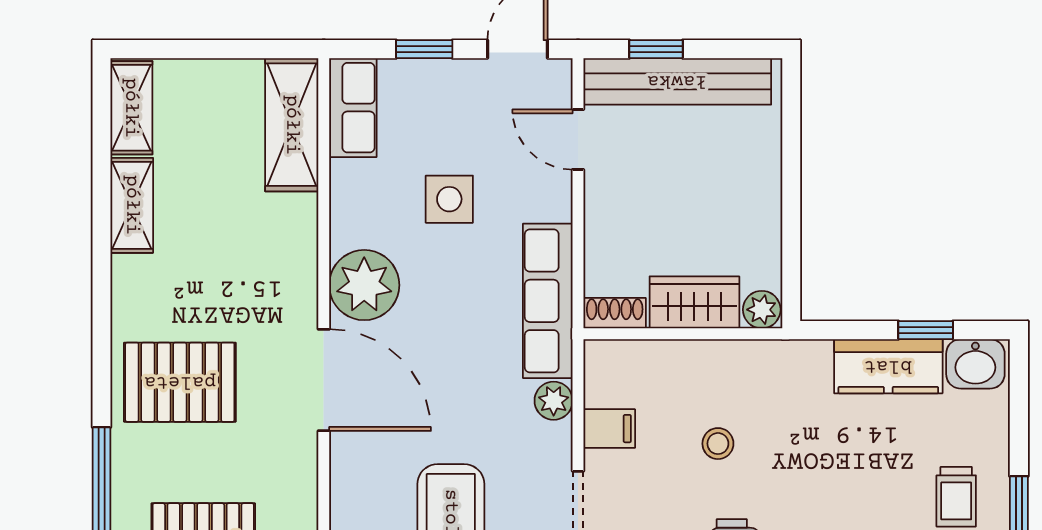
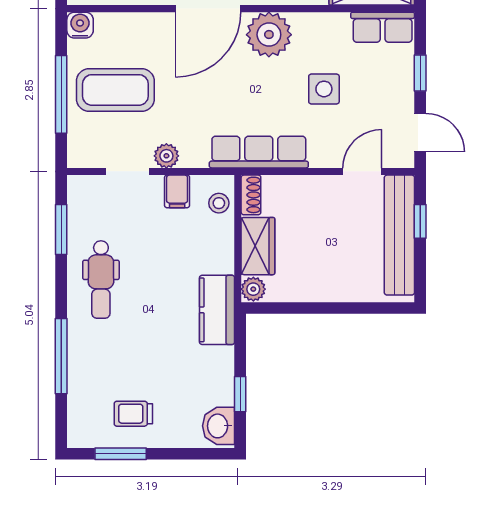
kitchen counter: (888, 366) -> (217, 310), moved
plant: (554, 401) -> (166, 156), moved
stool: (718, 444) -> (219, 203), moved

